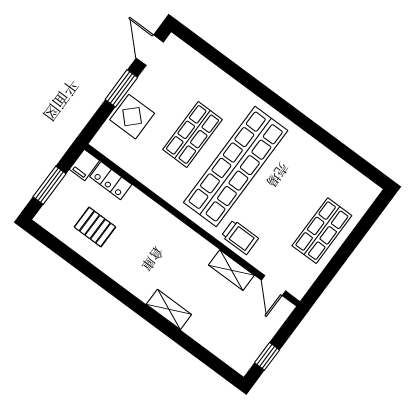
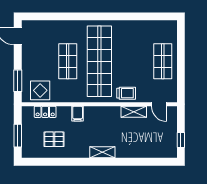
window: (121, 88) -> (18, 81), moved
display table: (132, 117) -> (40, 90), moved
filing cabinet: (84, 165) -> (78, 114), moved
shelving: (169, 309) -> (102, 152), moved

